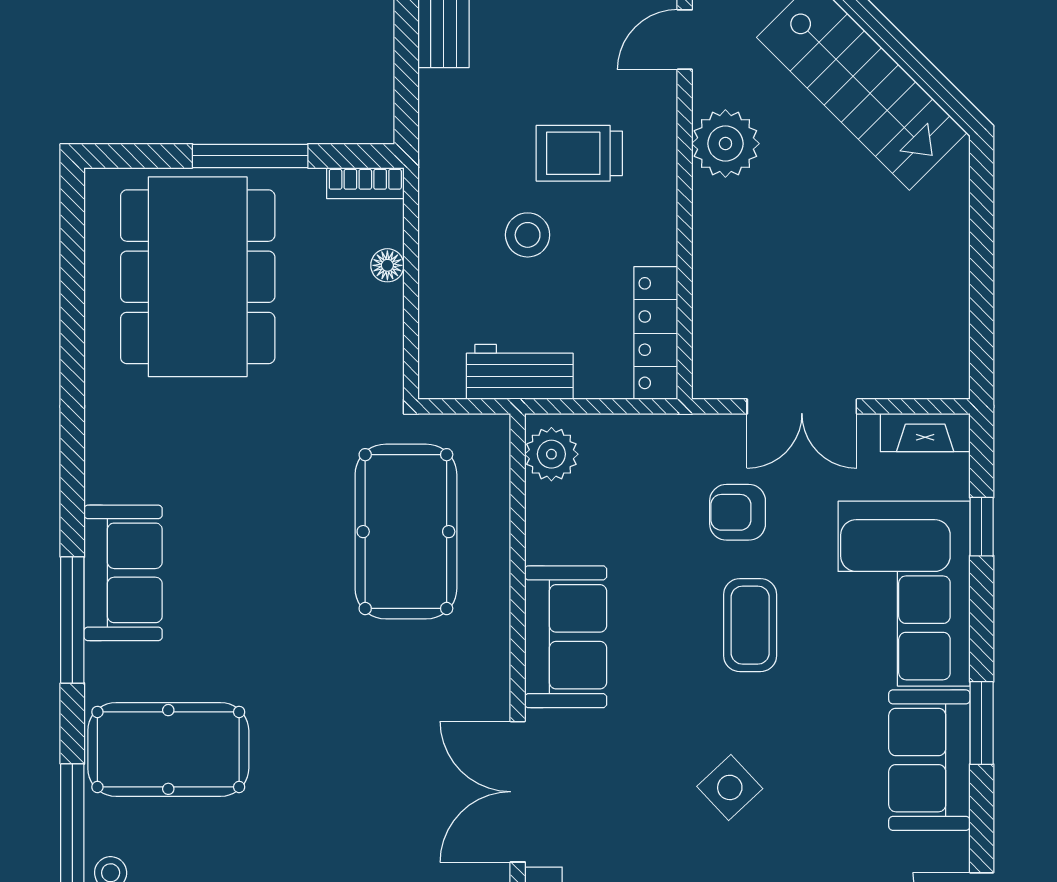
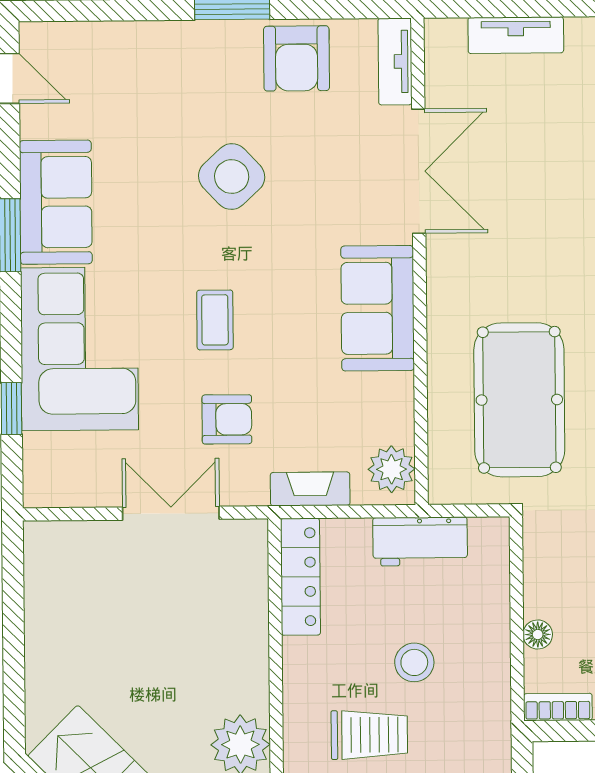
fireplace: (925, 433) -> (310, 489), moved
coffee table: (750, 625) -> (215, 320), width x0.73, depth x0.77
side table: (730, 787) -> (232, 177), width x1.37, depth x1.37

